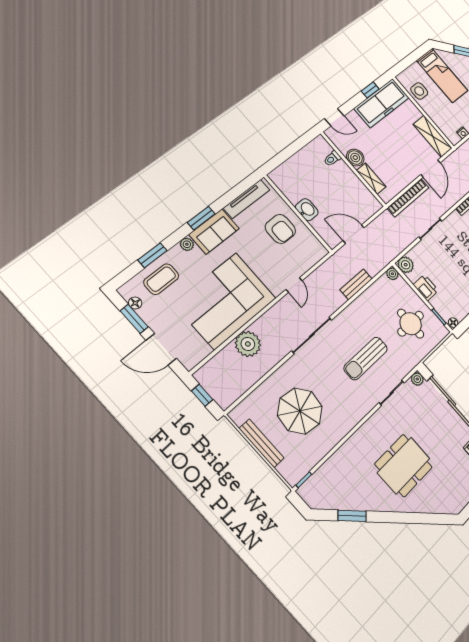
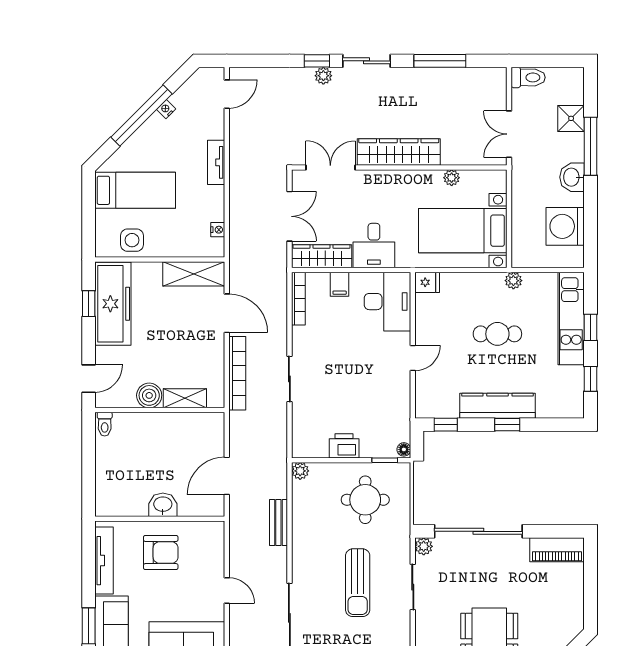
toilet: (332, 159) -> (105, 424), moved
plant: (406, 265) -> (303, 446), removed

